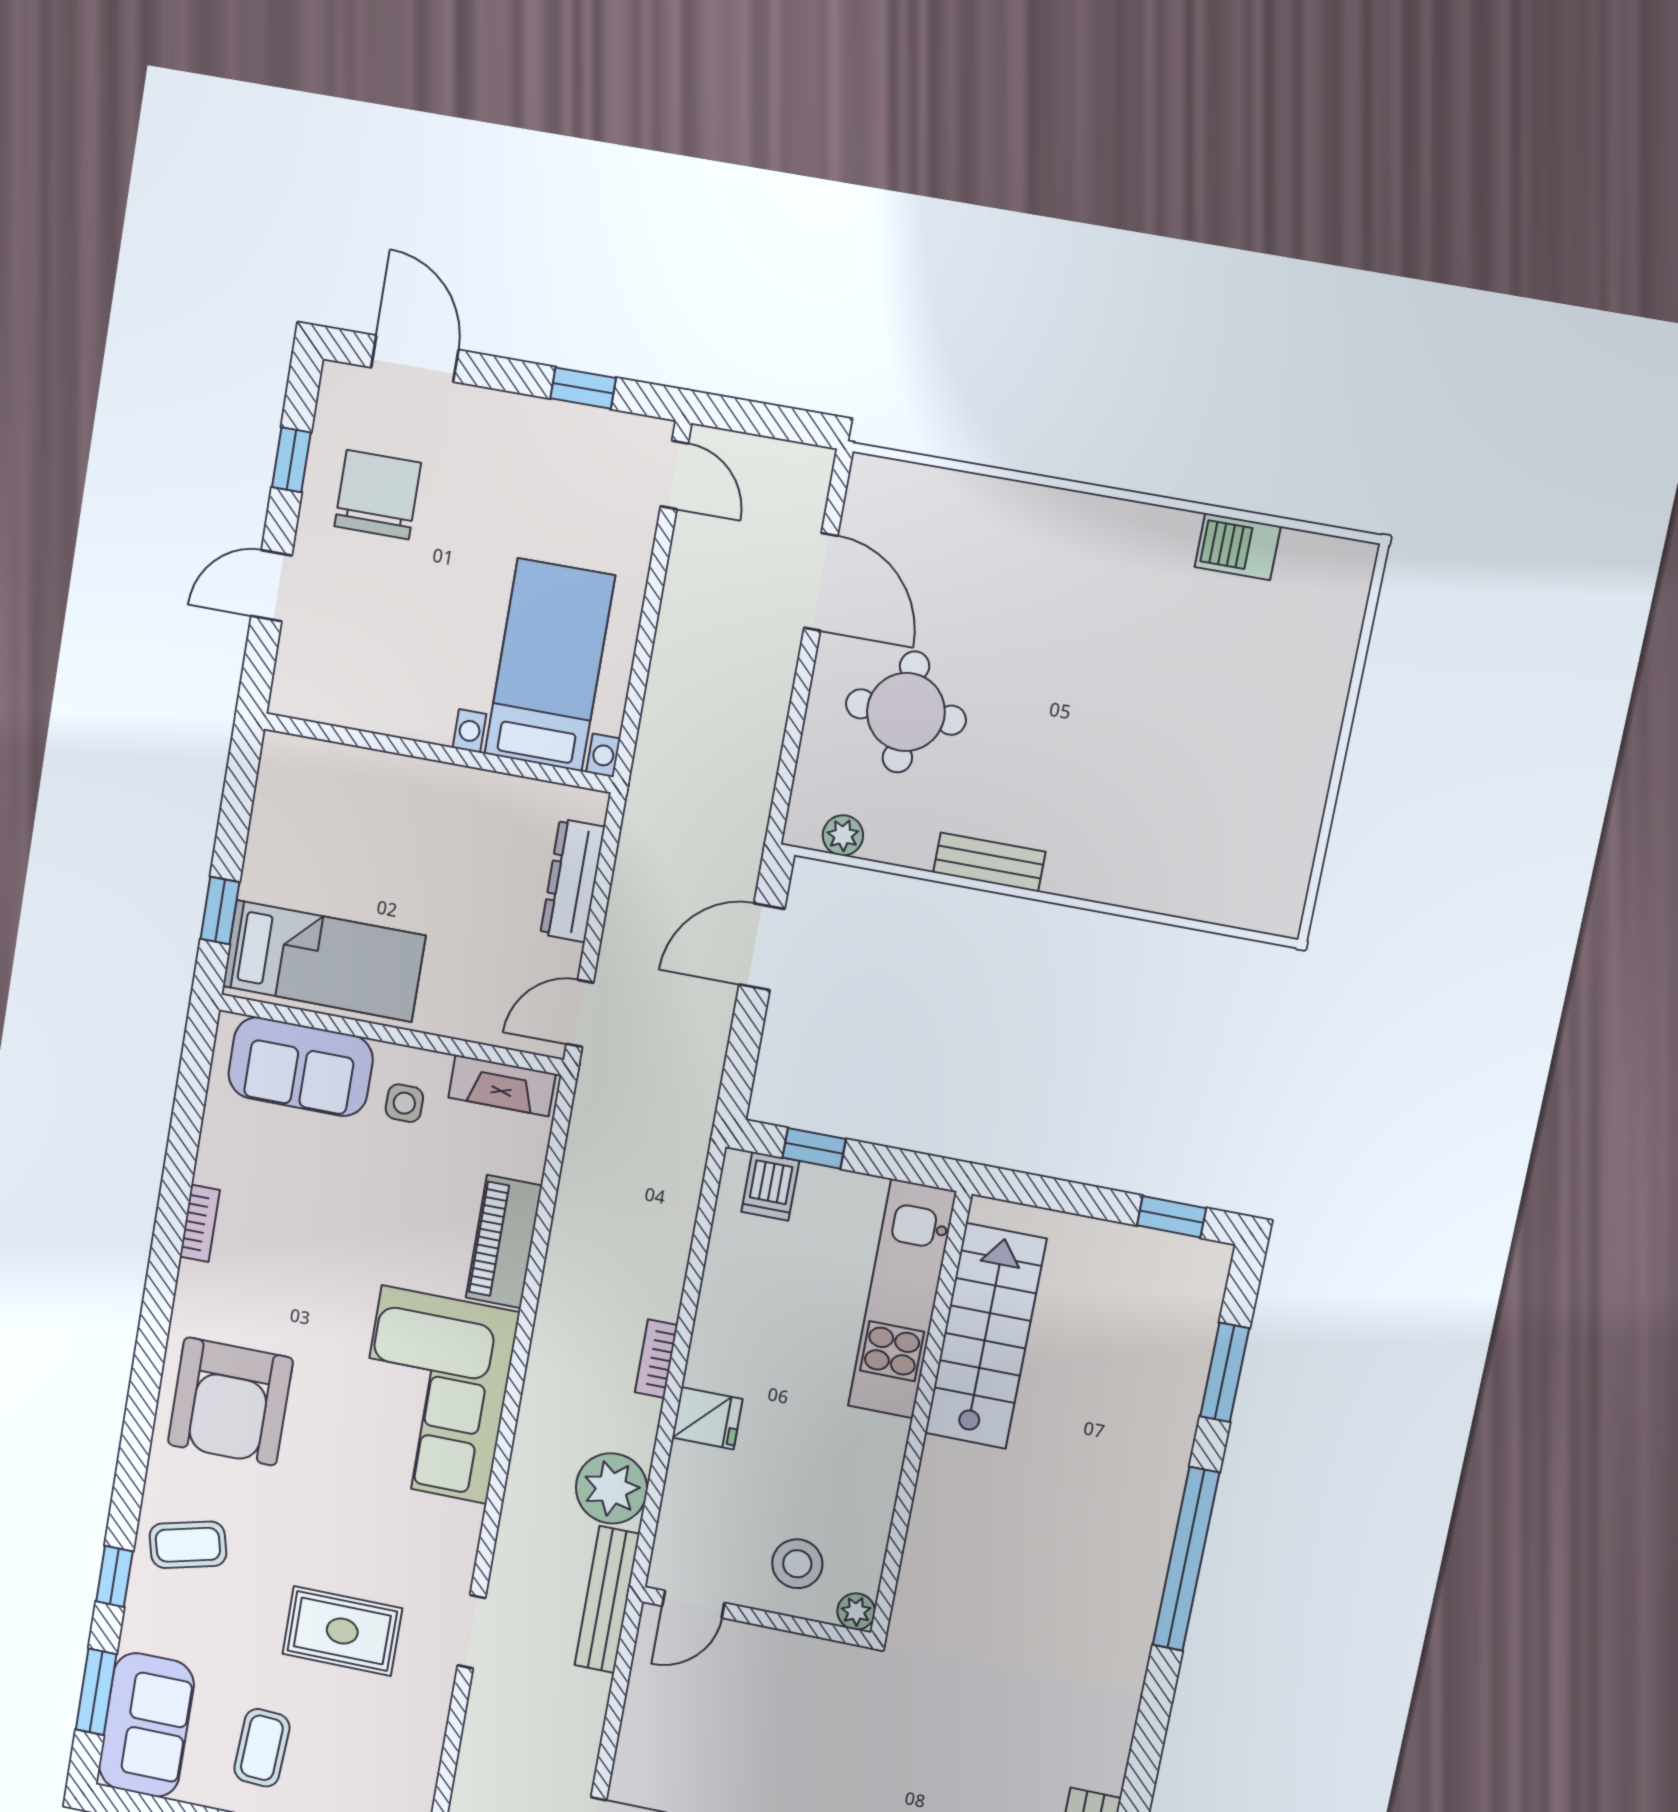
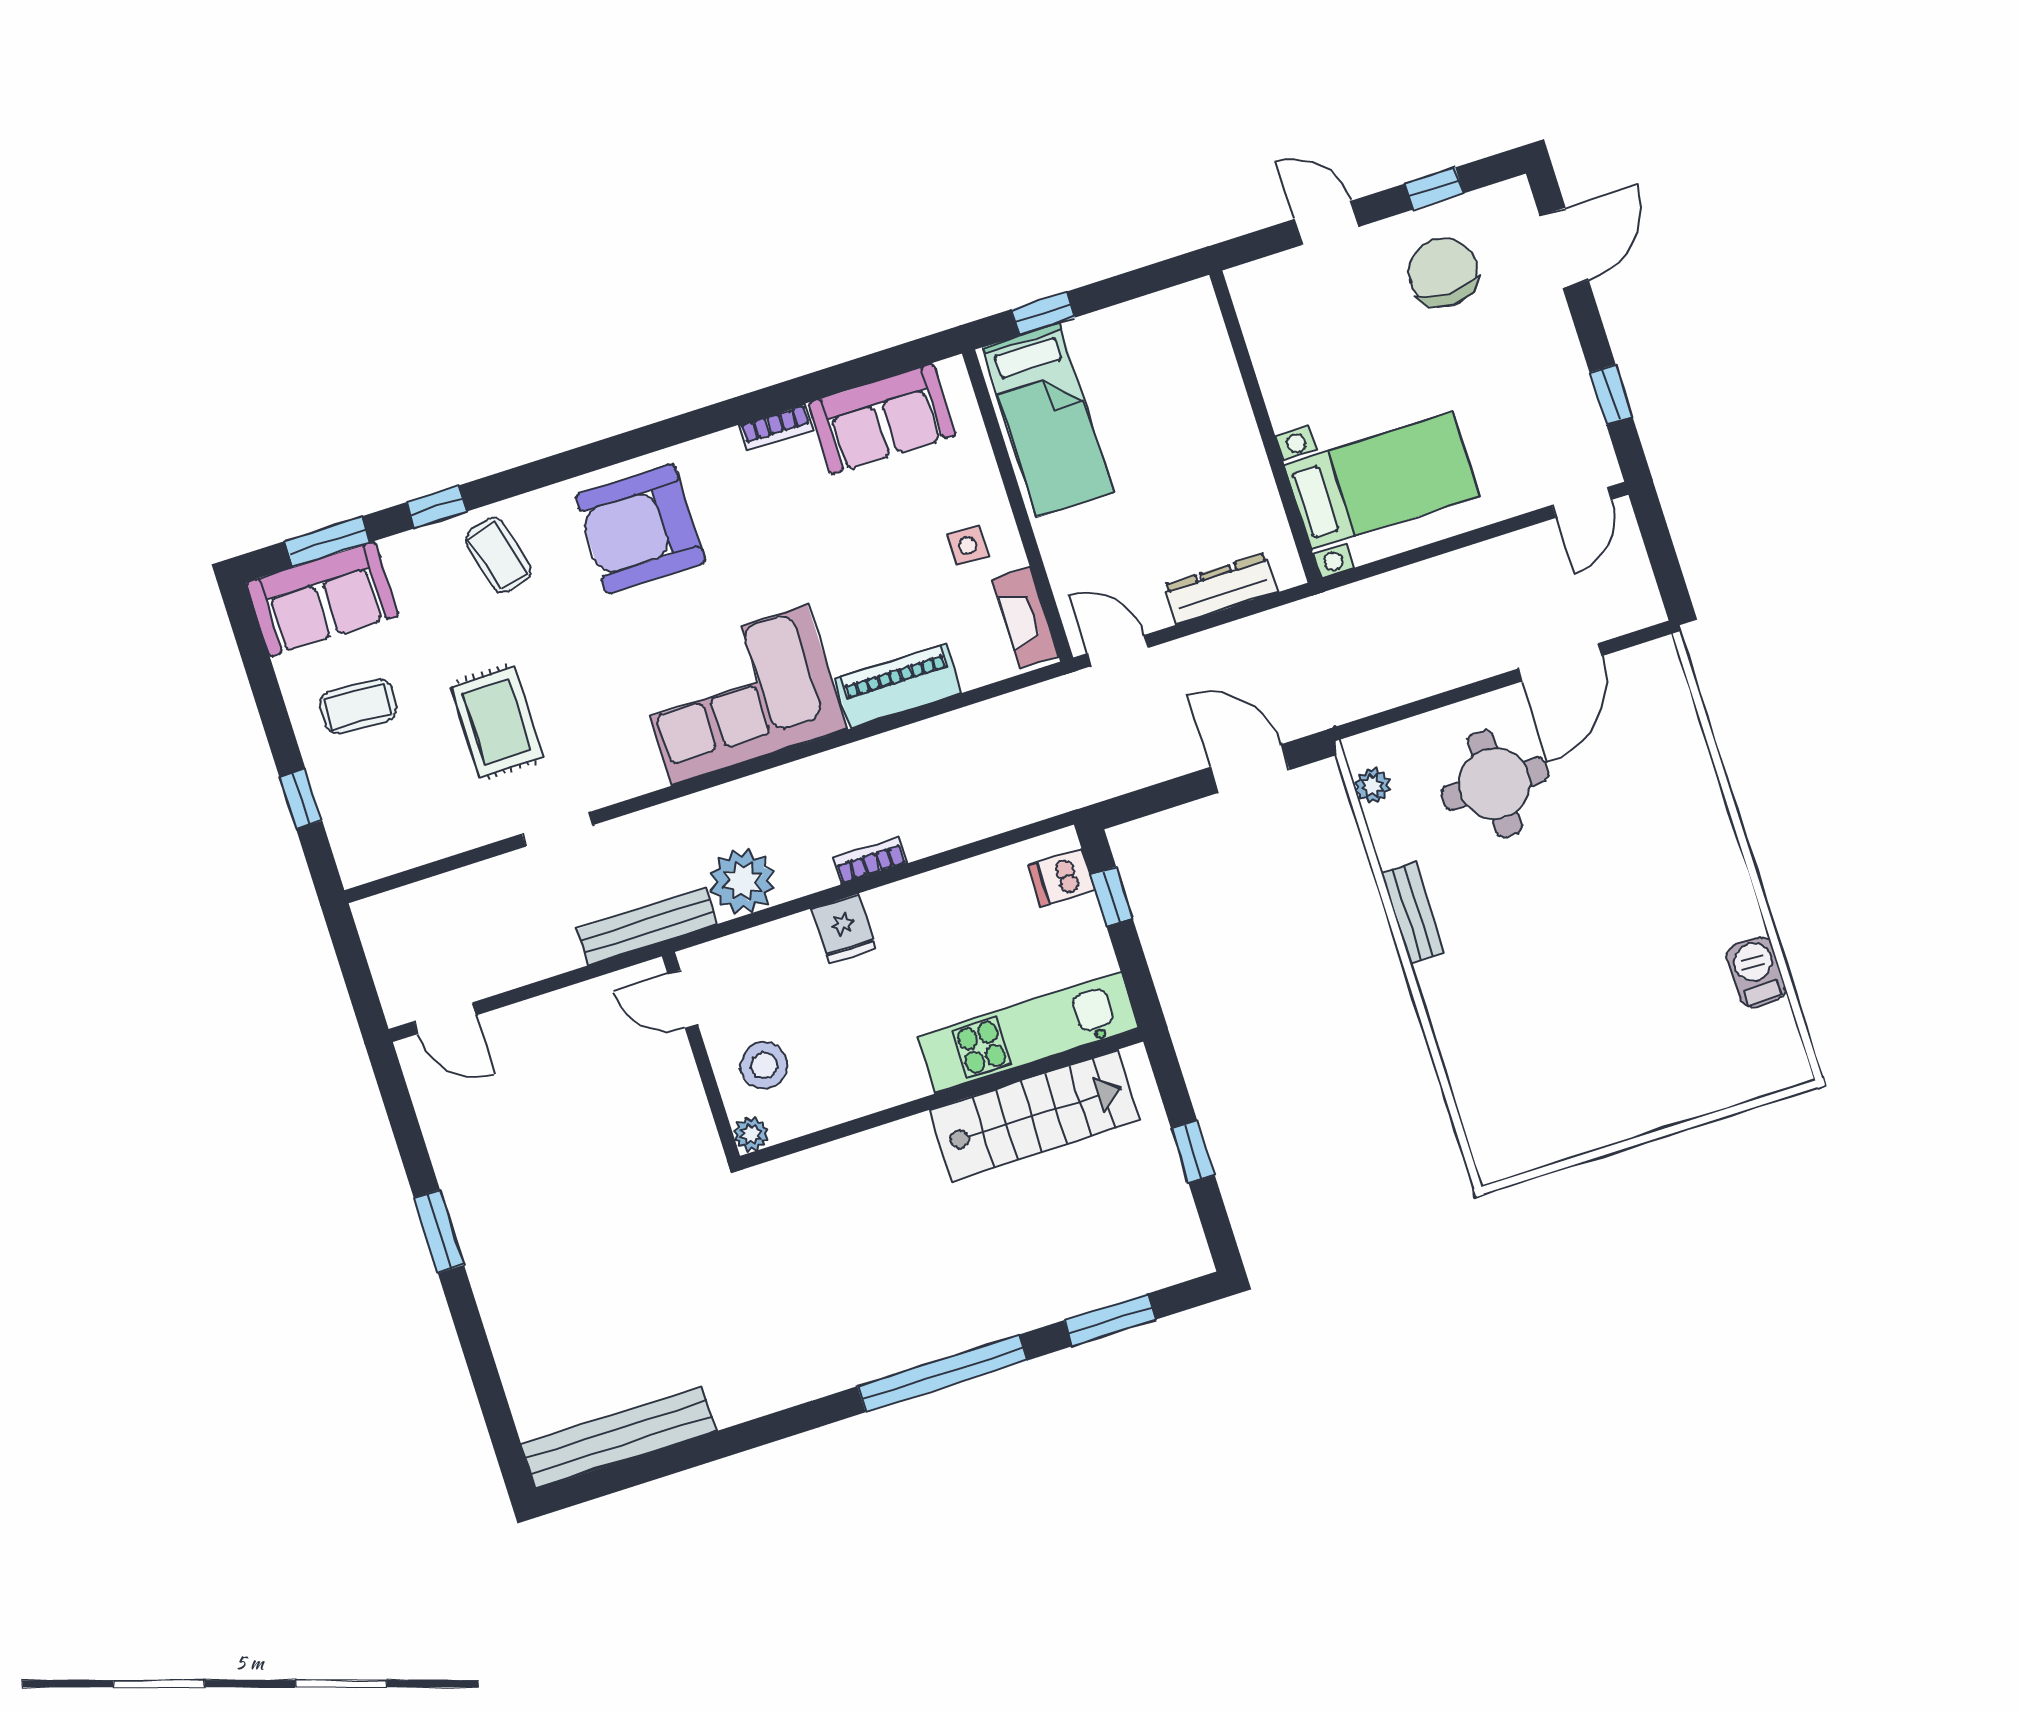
chair: (378, 495) -> (1443, 273), turned -90
sofa: (300, 1067) -> (882, 419), moved, turned -90
window: (1172, 1217) -> (1193, 1152), moved

